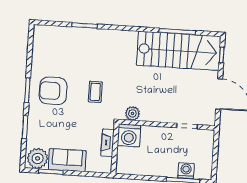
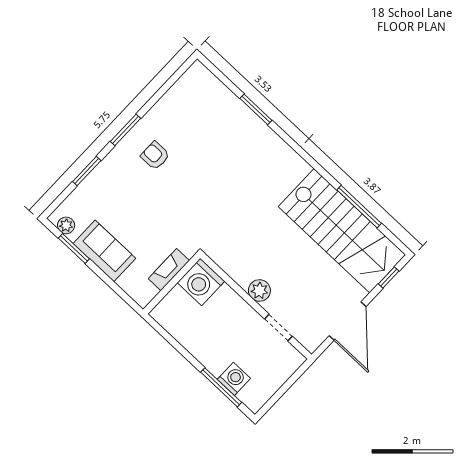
armchair: (53, 91) -> (155, 156), width x0.53, depth x0.53
coffee table: (95, 92) -> (204, 198), removed
plant: (132, 113) -> (259, 290), moved
plant: (38, 158) -> (66, 225), width x0.53, depth x0.53

